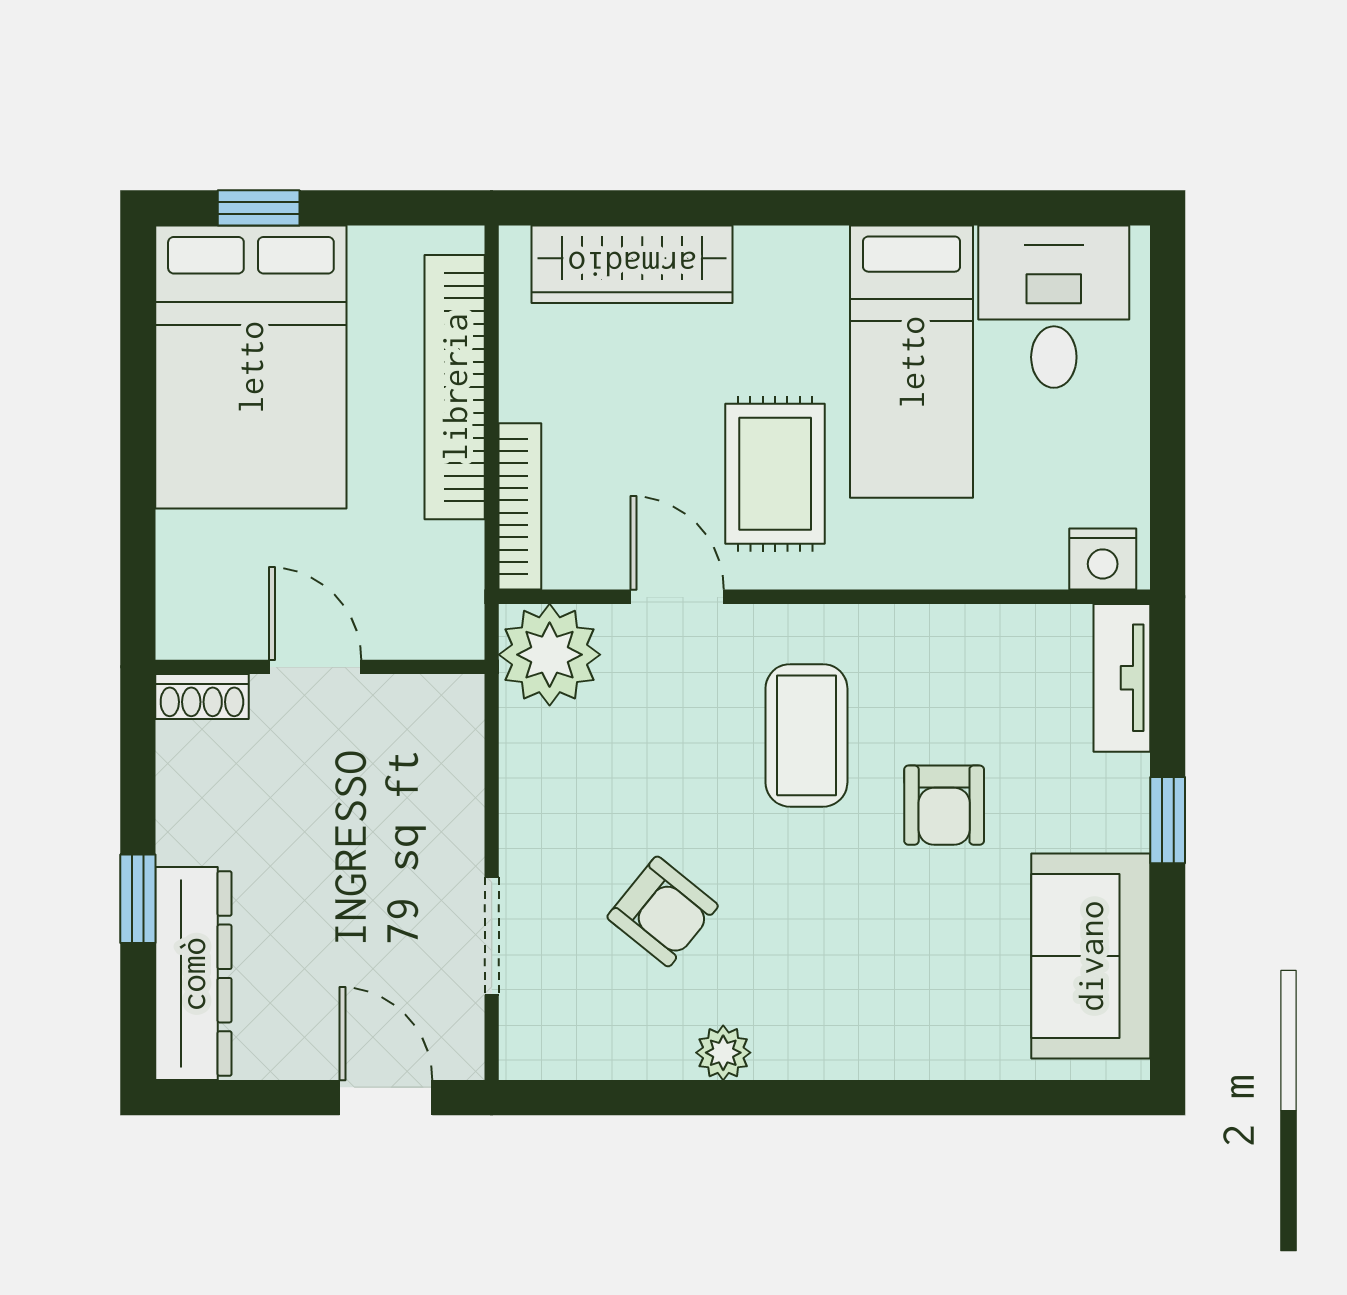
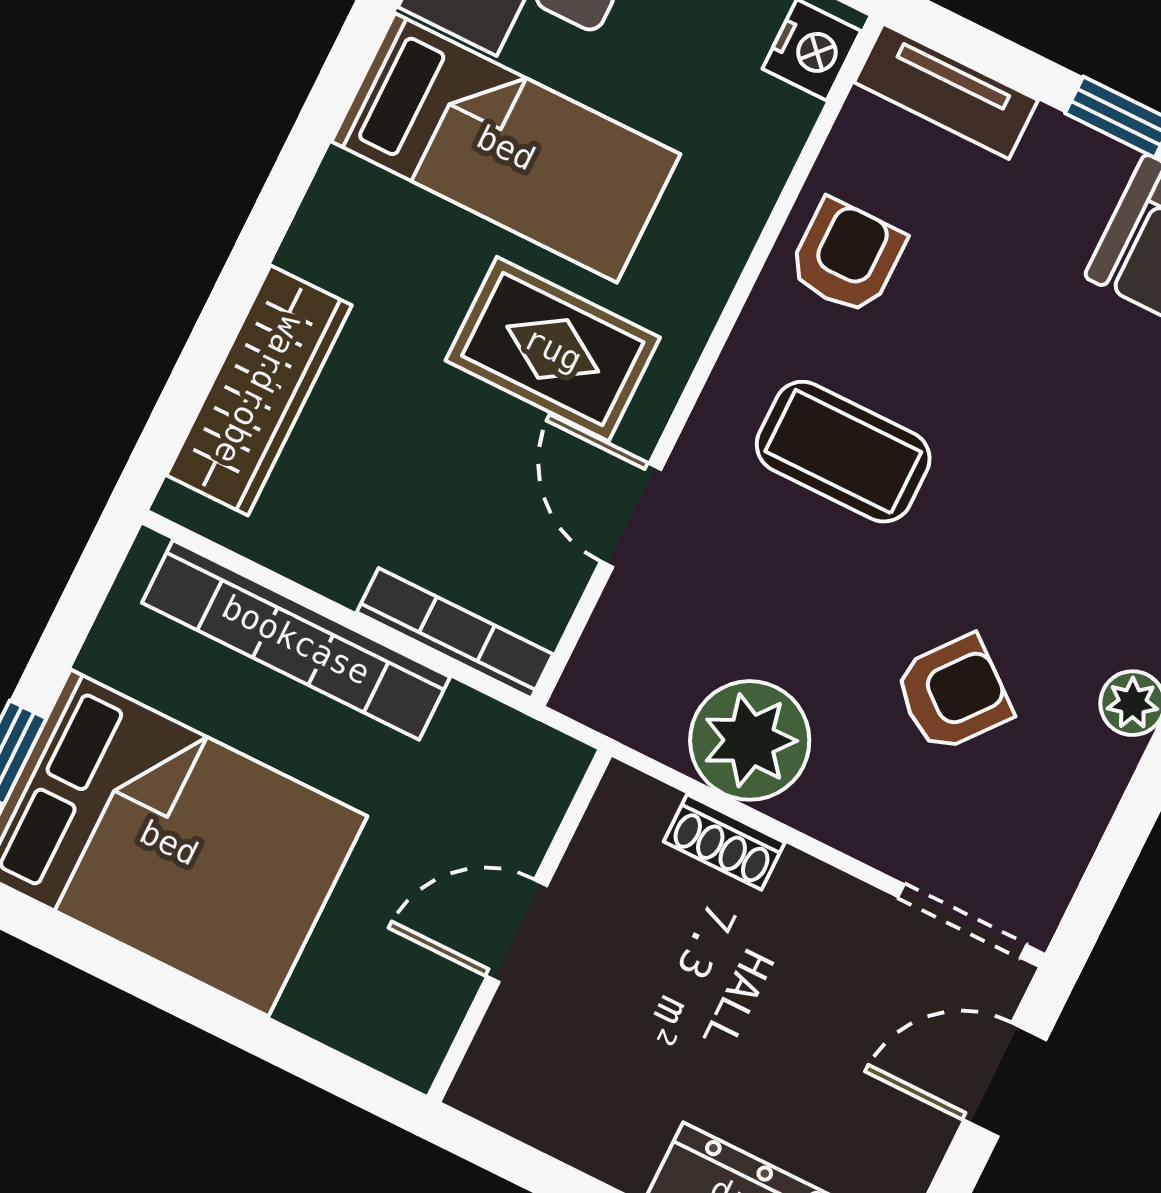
door: (677, 597) -> (631, 515), hinge flipped
plant: (550, 655) -> (750, 740), moved
shoe rack: (202, 696) -> (724, 842), moved, turned 90
armchair: (944, 805) -> (847, 257), moved, turned -90
doorway: (492, 936) -> (962, 921), moved

